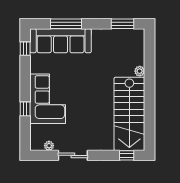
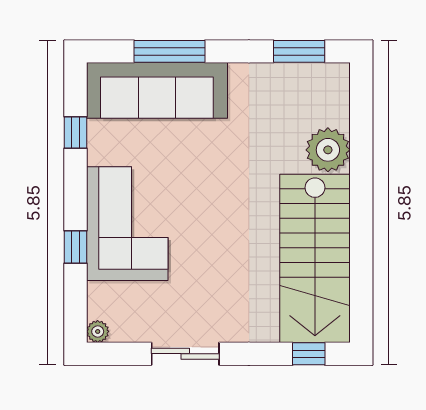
window: (25, 49) -> (75, 132), moved
plant: (140, 71) -> (328, 150), width x1.88, depth x1.88
plant: (49, 146) -> (98, 331), moved

